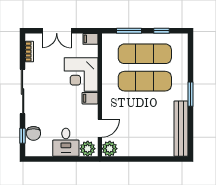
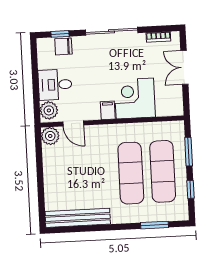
filing cabinet: (90, 39) -> (177, 107), removed
window: (190, 94) -> (155, 225), moved

